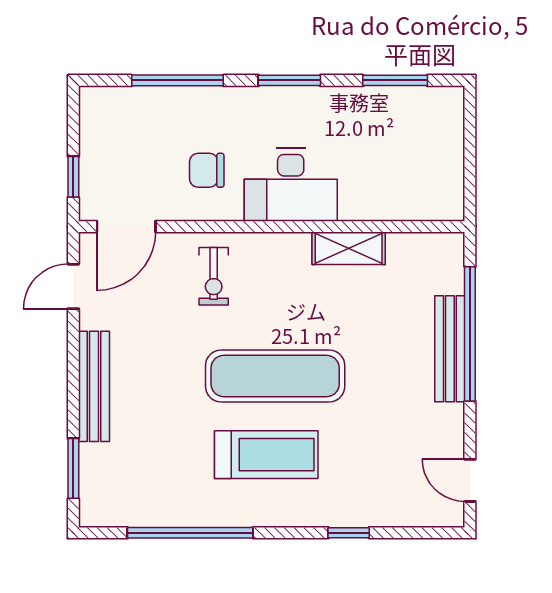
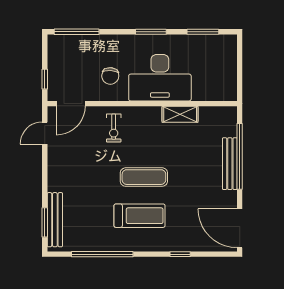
window: (177, 80) -> (77, 32), moved
chair: (207, 170) -> (110, 76), turned -86
desk: (291, 185) -> (160, 78), width x1.36, depth x1.30
exercise mat: (275, 376) -> (144, 177), width x0.73, depth x0.69
bench: (94, 386) -> (55, 220), moved
door: (470, 480) -> (240, 228), width x1.87

